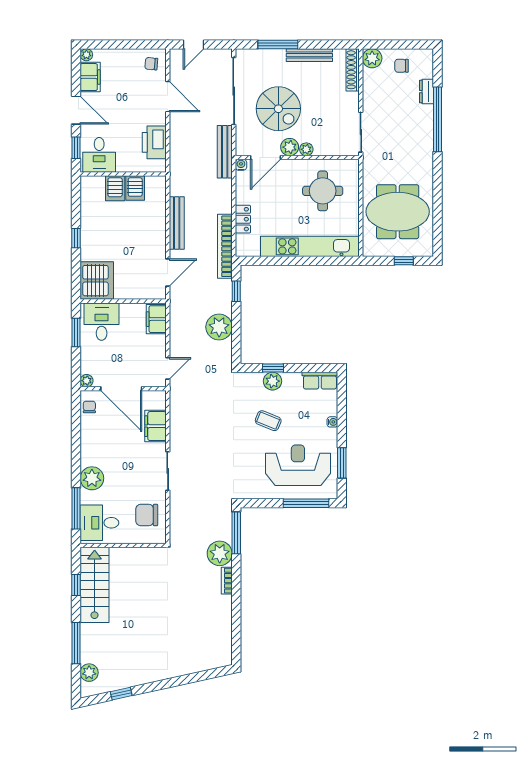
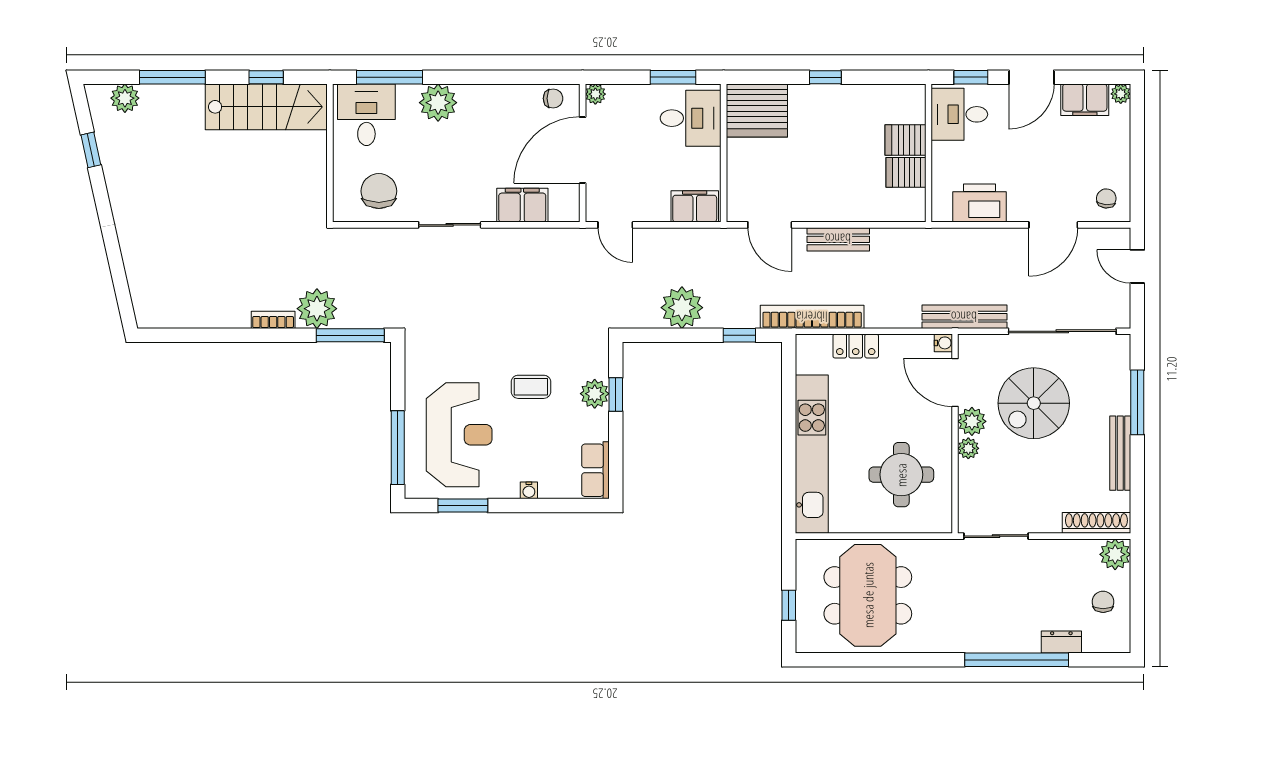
bench: (177, 223) -> (838, 239), width x0.73
coffee table: (268, 421) -> (531, 387), turned 68

